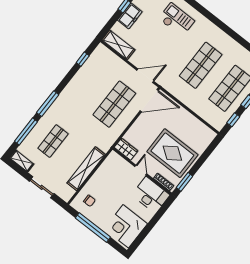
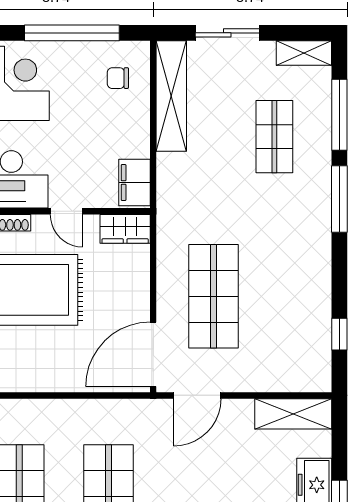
filing cabinet: (111, 162) -> (134, 183), added
shelving: (86, 169) -> (171, 96), moved

